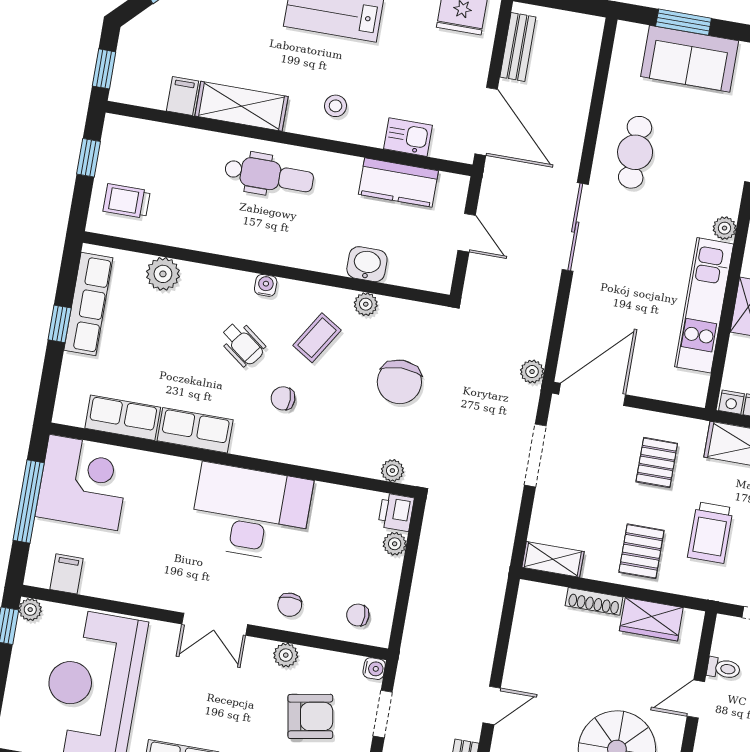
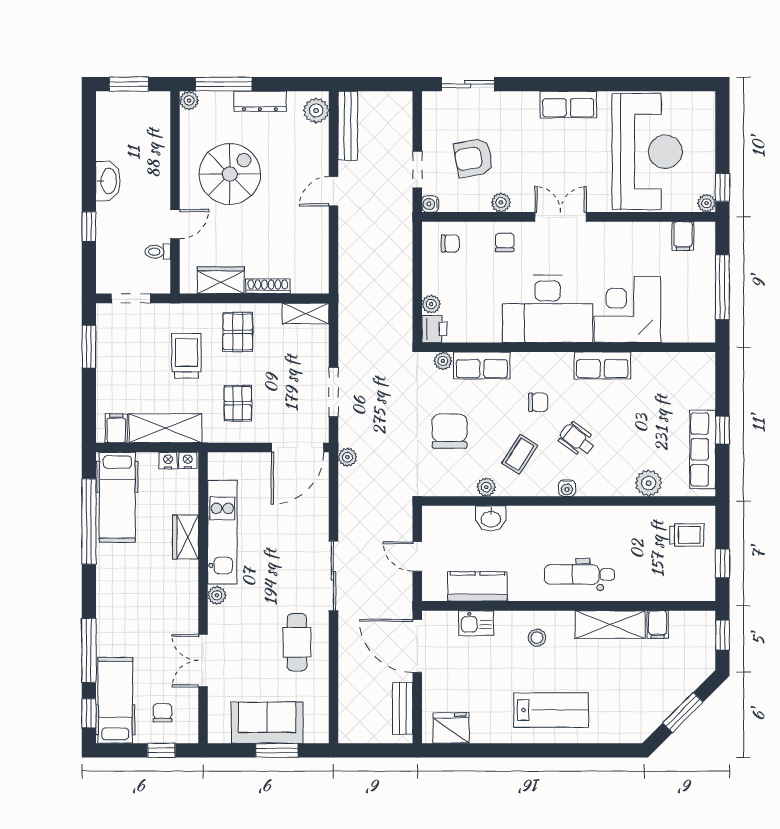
row of seats: (123, 418) -> (482, 365), moved
corner desk: (83, 483) -> (627, 310), moved, turned 90

